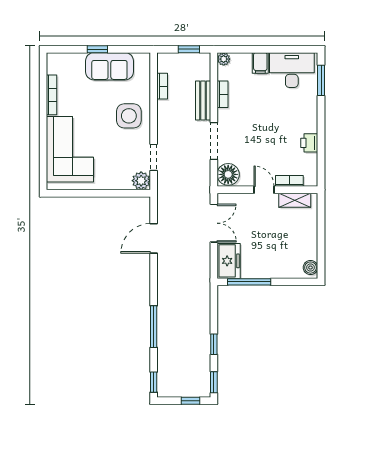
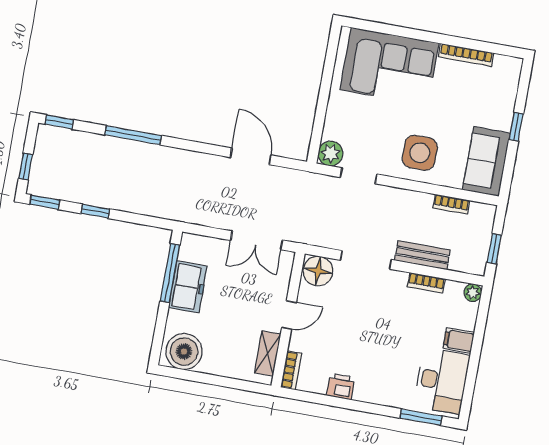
sofa: (109, 66) -> (486, 161), moved
bookcase: (289, 181) -> (291, 370), moved
freezer: (229, 261) -> (188, 287), moved, turned -90
boiler: (310, 268) -> (184, 352), width x1.86, depth x1.86

